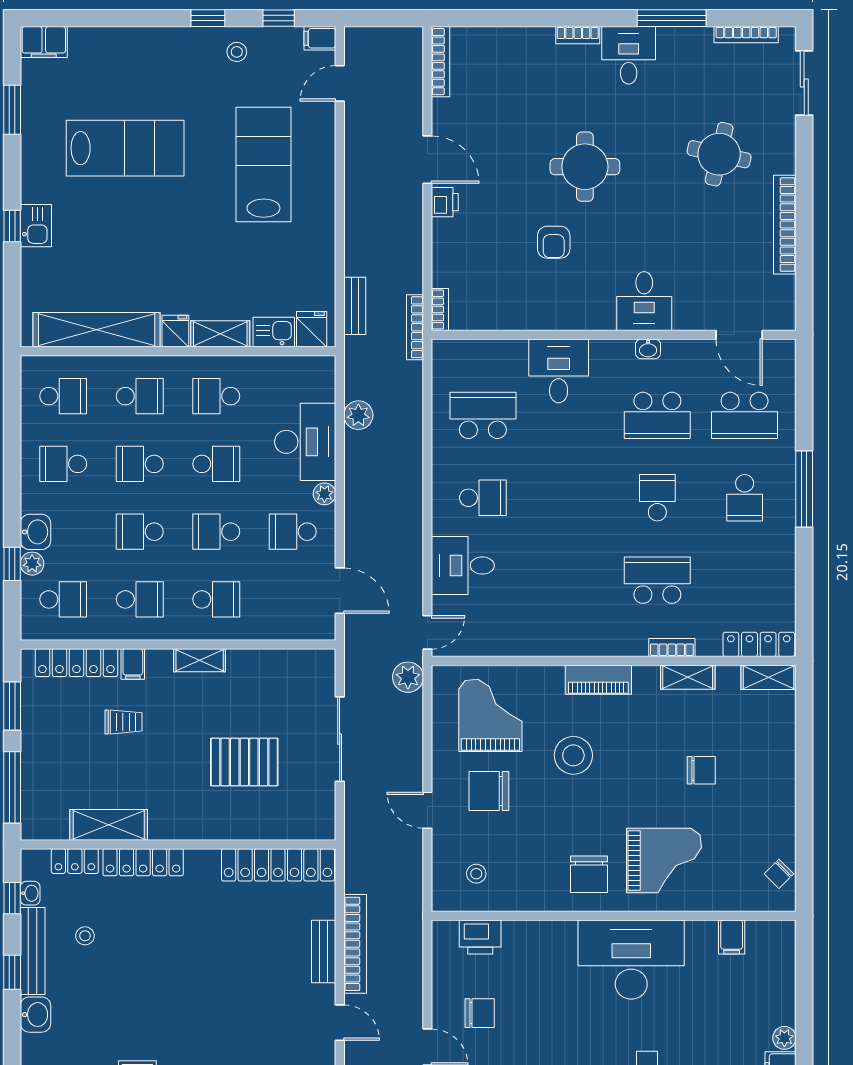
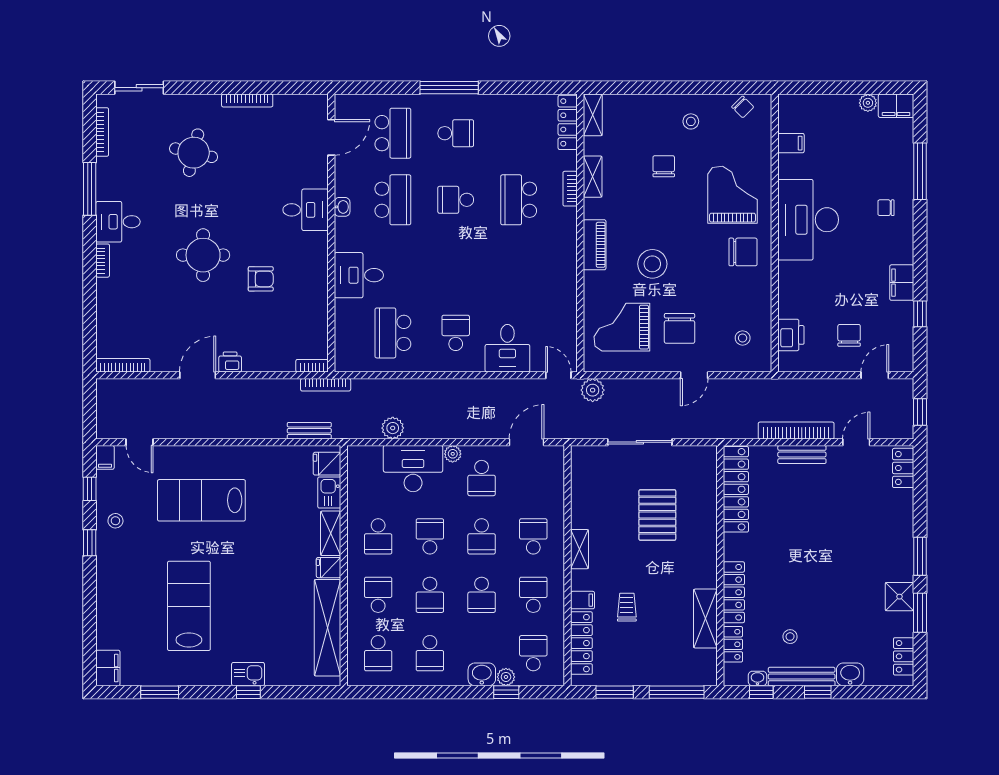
bookcase: (785, 225) -> (247, 101), width x0.68, depth x0.76
school desk: (63, 396) -> (378, 653), turned 180
stool: (760, 806) -> (691, 121), added

